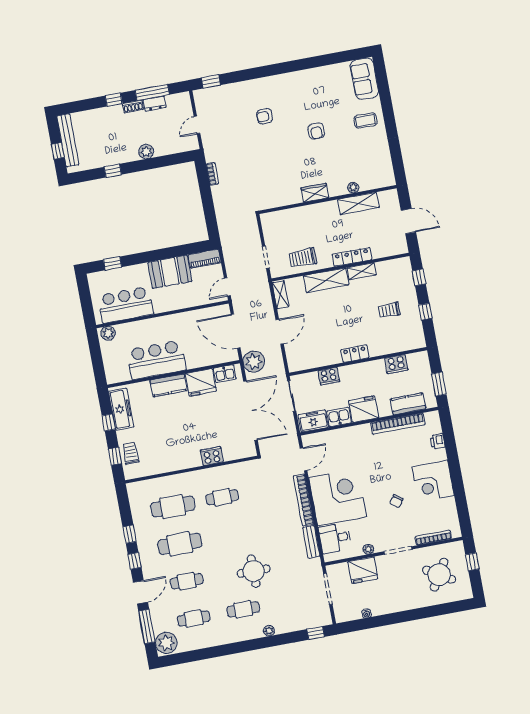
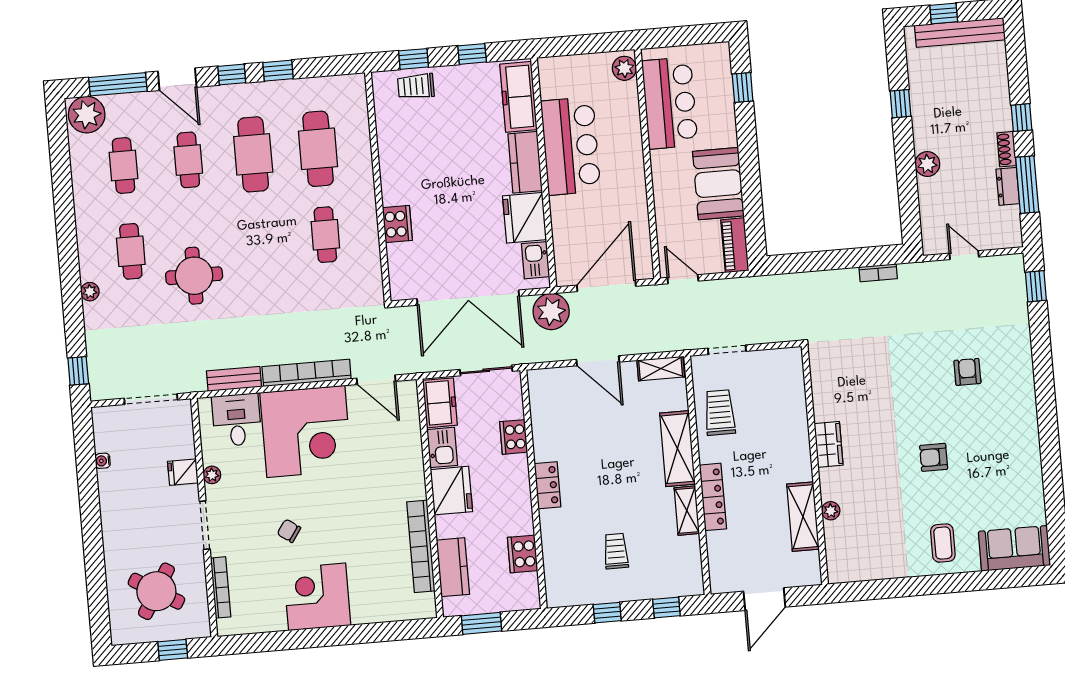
freezer: (121, 409) -> (518, 97), moved, turned 90
printer: (438, 441) -> (384, 611), removed
trolley: (131, 453) -> (416, 86), turned 180
fridge: (363, 570) -> (183, 472), width x0.53, depth x0.75

